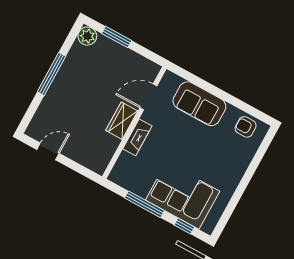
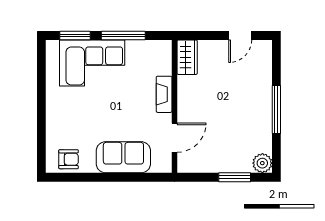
wardrobe: (122, 121) -> (187, 57), moved
window: (184, 226) -> (75, 36), width x1.50

